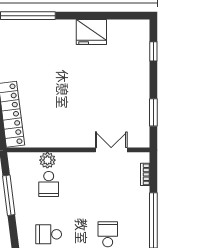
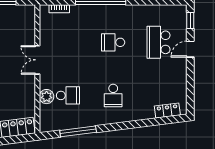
double door: (111, 150) -> (37, 60), moved

